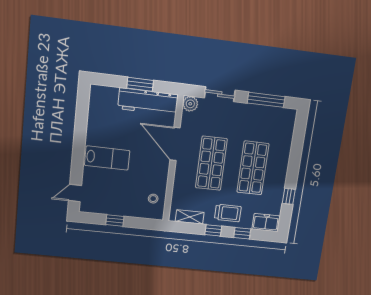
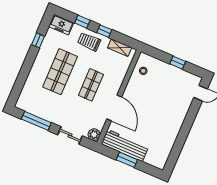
lab bench: (107, 158) -> (168, 113), removed
shop shelf: (211, 163) -> (91, 85), width x0.70, depth x0.74

